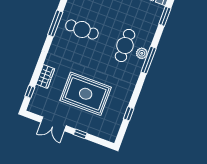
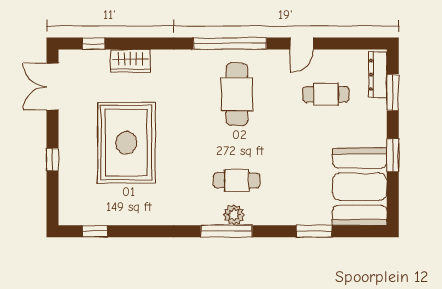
window: (55, 23) -> (230, 43), width x1.46
cafe table: (125, 45) -> (237, 180), width x0.73, depth x0.74
window: (129, 114) -> (95, 231), moved
double door: (54, 124) -> (53, 87), moved

